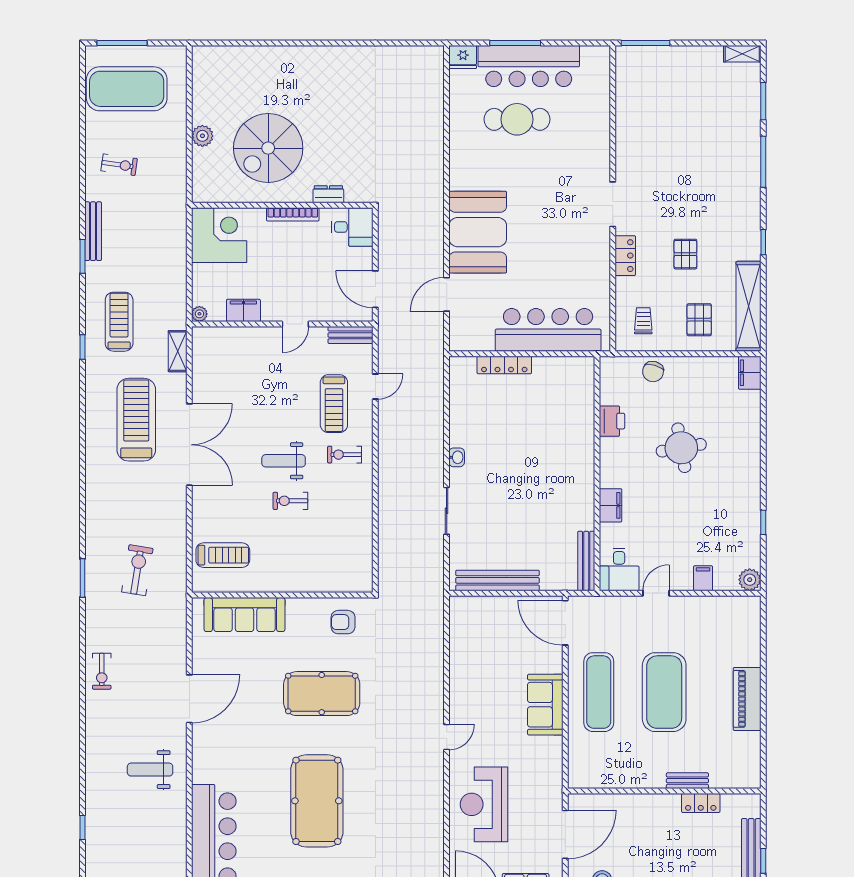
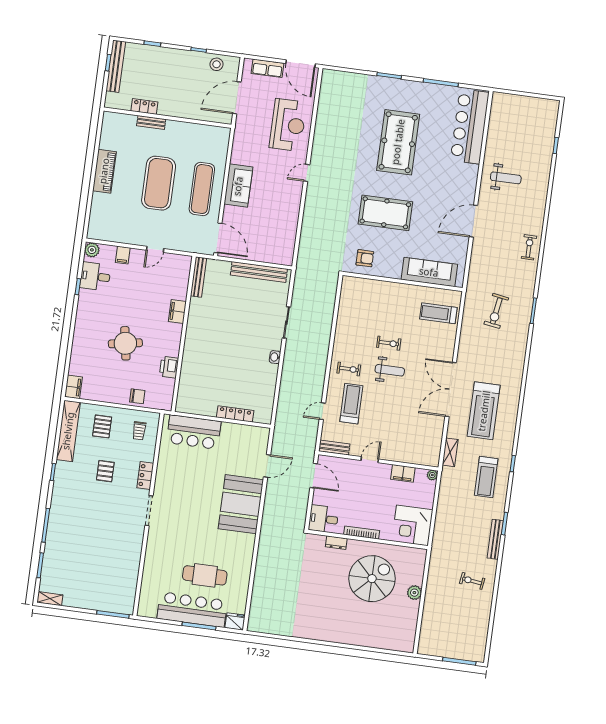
exercise mat: (127, 89) -> (460, 631), removed
bar counter: (548, 330) -> (194, 432), width x0.73
chair: (653, 372) -> (137, 396), turned 74
desk: (619, 569) -> (95, 276), moved, turned -90

